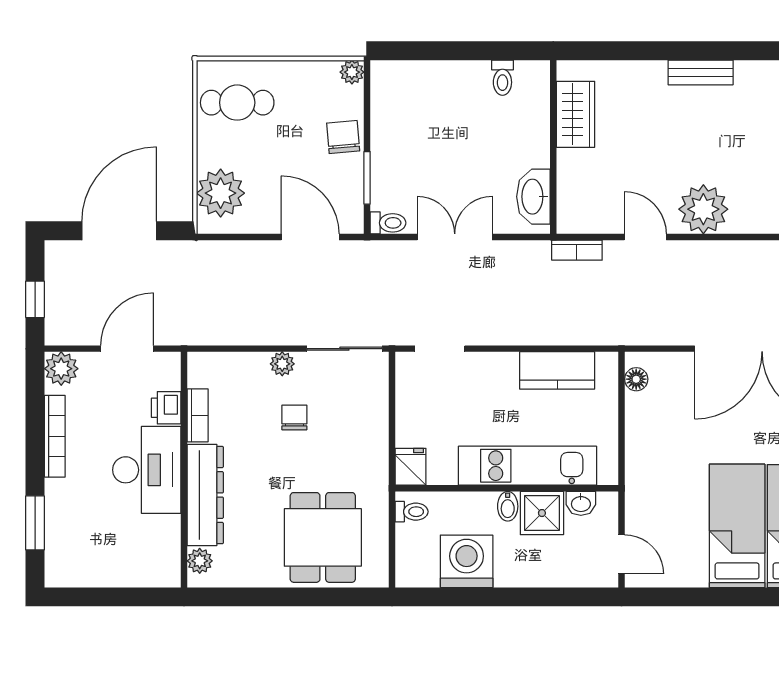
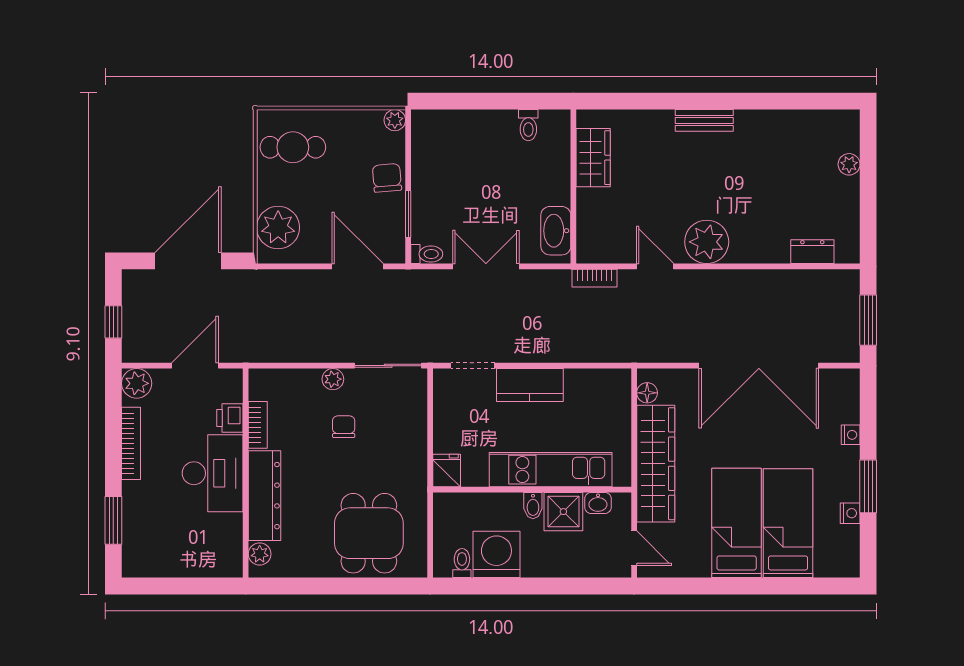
kitchen counter: (557, 370) -> (530, 385), moved
wardrobe: (646, 459) -> (656, 464), added
toilet: (412, 512) -> (462, 563), moved, turned -90

